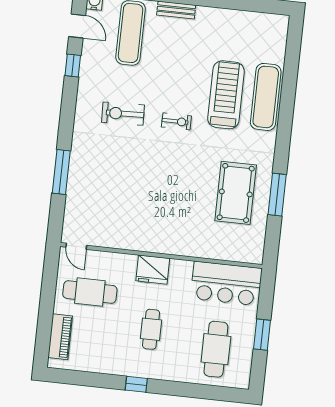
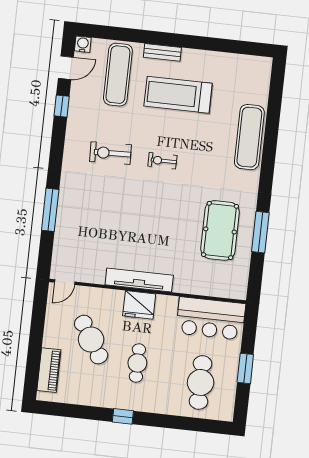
door: (77, 26) -> (66, 68), hinge flipped
treadmill: (226, 95) -> (178, 95), moved, turned -90
exercise bike: (176, 121) -> (162, 161), turned 180
tv unit: (153, 244) -> (139, 280), added
door: (76, 246) -> (65, 282), hinge flipped
cafe table: (90, 292) -> (91, 340), moved, turned 58

